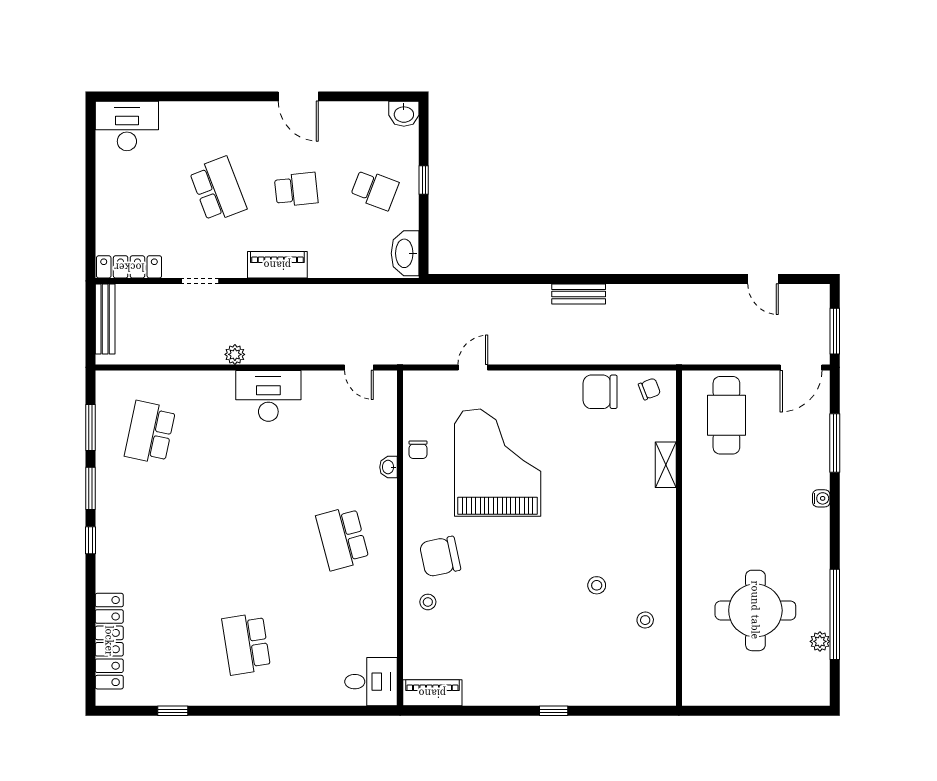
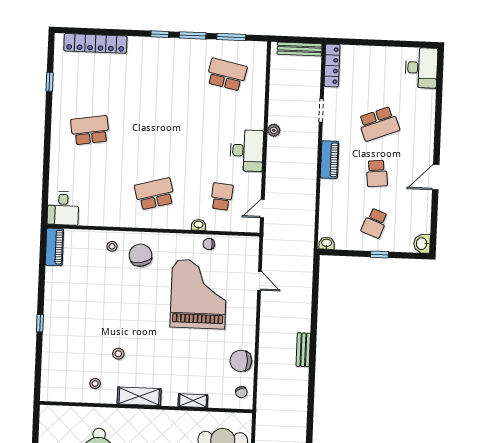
washbasin: (405, 253) -> (327, 243), width x0.52, depth x0.69
chair: (600, 392) -> (241, 361), turned -90
school desk: (342, 432) -> (222, 197), added
grand piano: (498, 463) -> (199, 294), turned -90
shelving: (662, 550) -> (139, 396), added

